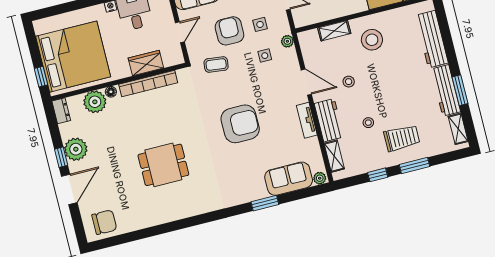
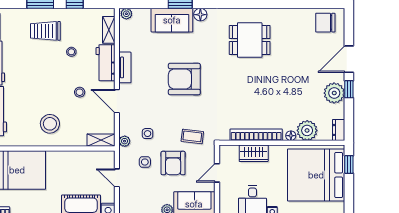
shelving: (334, 31) -> (101, 140), moved
dining table: (163, 165) -> (250, 40), moved
sofa: (289, 179) -> (172, 20), moved
floor lamp: (240, 197) -> (200, 15), added

